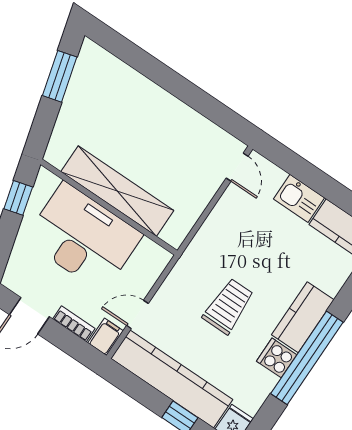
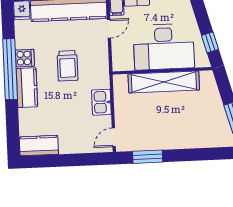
window: (212, 109) -> (148, 157), added
door: (237, 167) -> (114, 137), hinge flipped
kitchen sink: (299, 198) -> (101, 102), moved, turned -90

